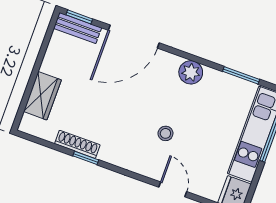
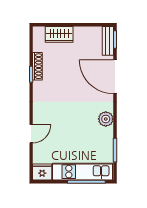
stool: (165, 133) -> (63, 117), removed

